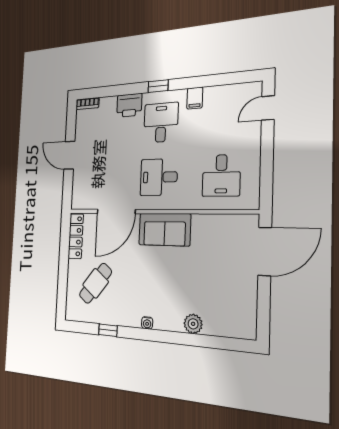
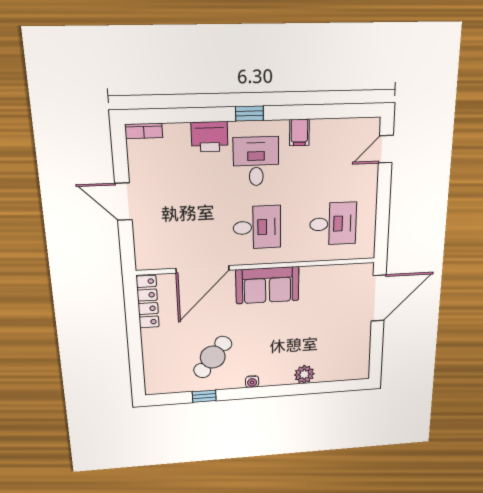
desk: (221, 175) -> (333, 224), turned -90
desk: (159, 177) -> (257, 227), turned 180
cafe table: (95, 283) -> (213, 357), moved

